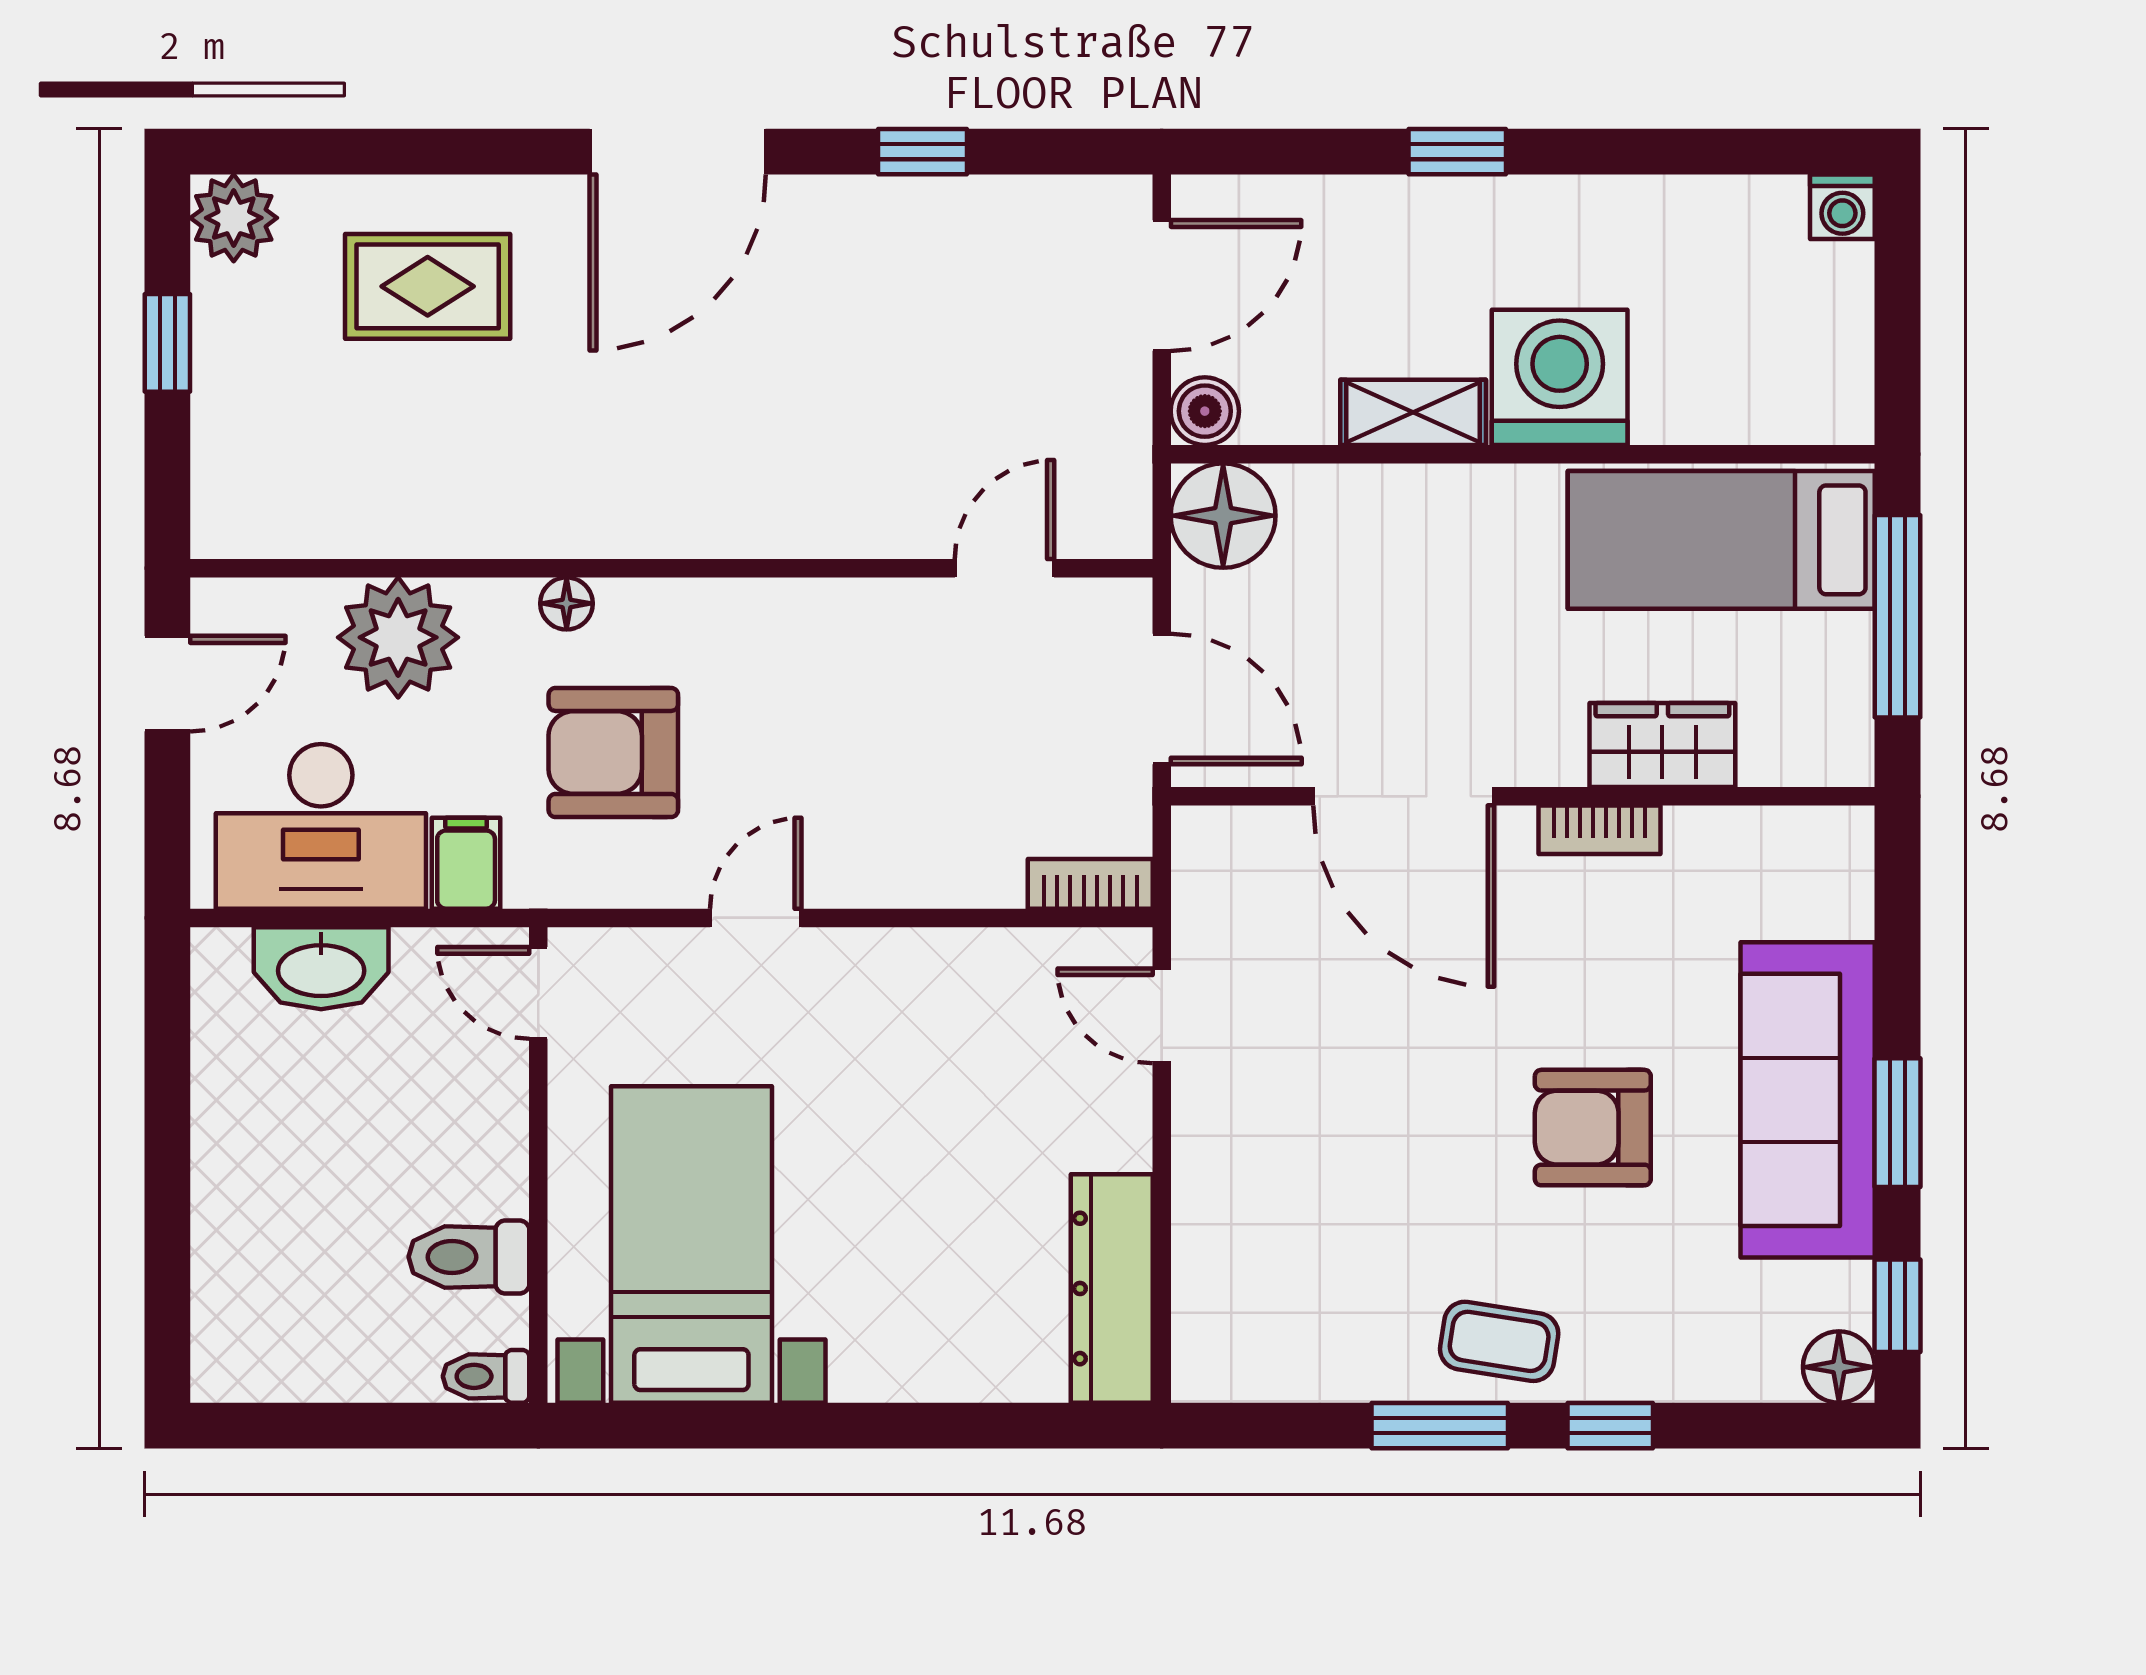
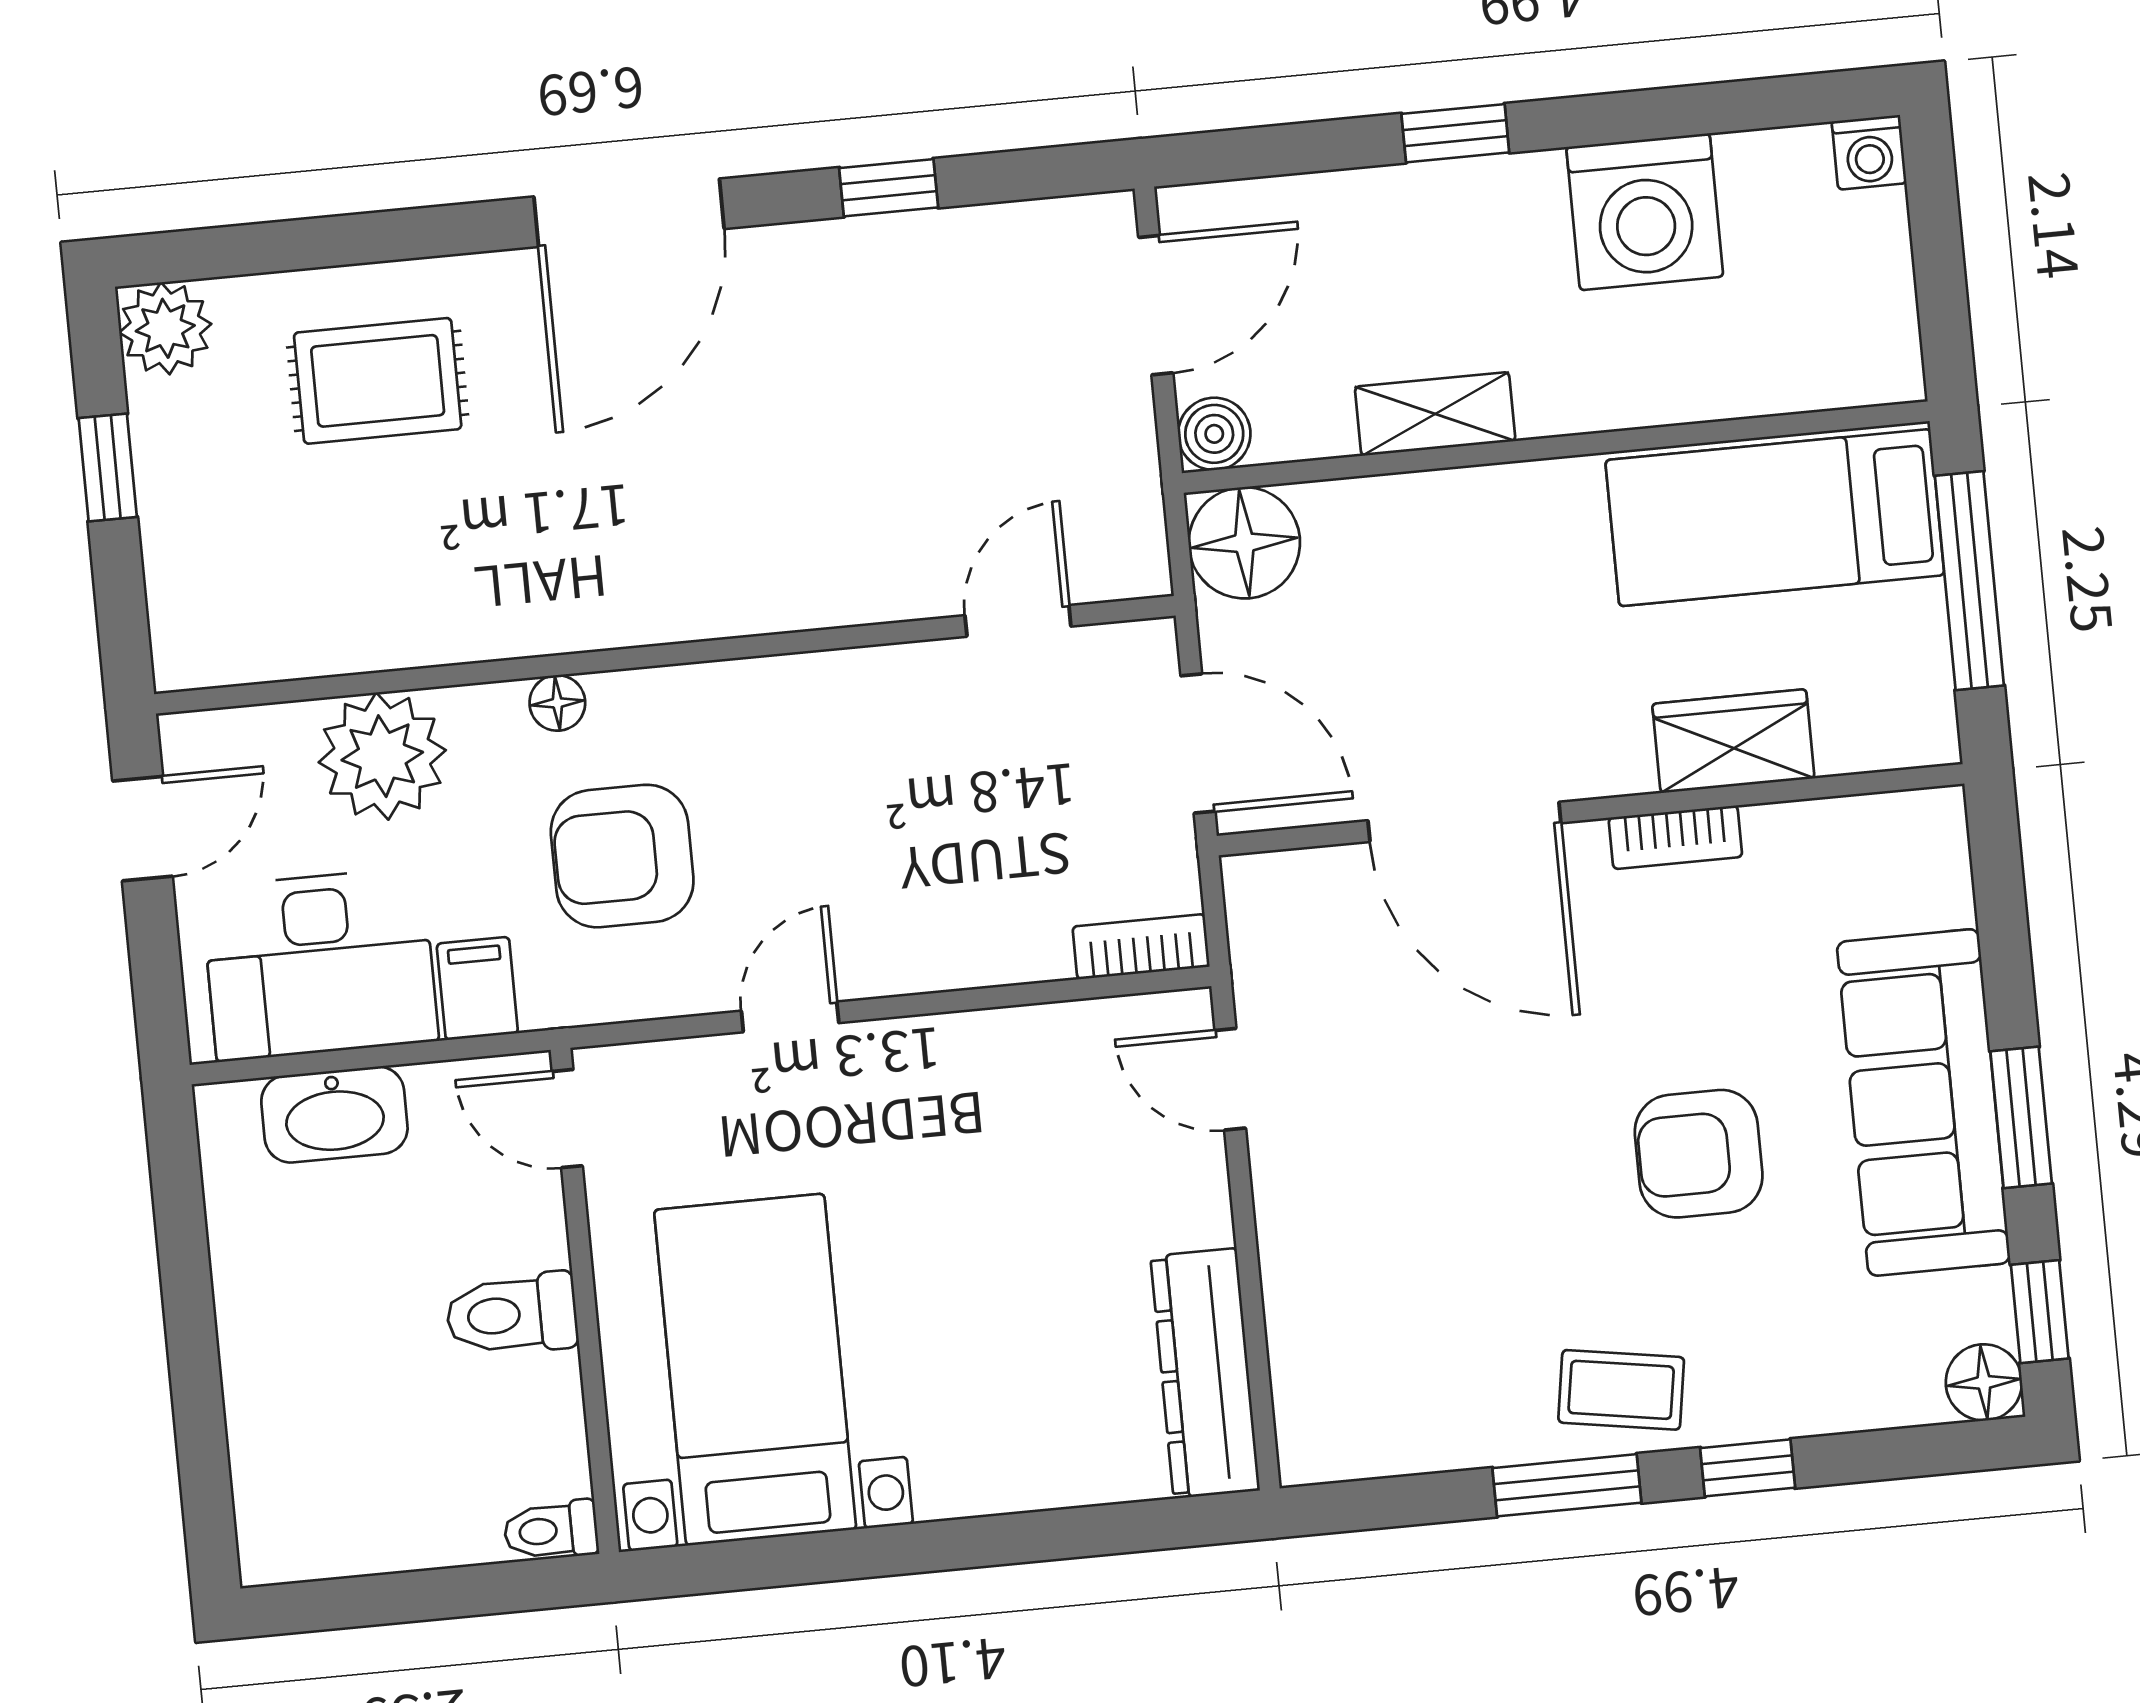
washing machine: (1560, 377) -> (1645, 212), moved, turned 180
toilet: (469, 1257) -> (512, 1314), moved

